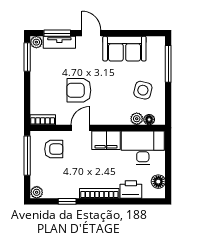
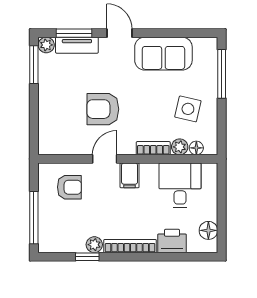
bookcase: (43, 120) -> (153, 148), moved
filing cabinet: (106, 140) -> (130, 175), width x0.50
desk: (143, 148) -> (180, 185), width x0.73
window: (27, 156) -> (34, 218), moved
plant: (37, 192) -> (94, 245), moved

